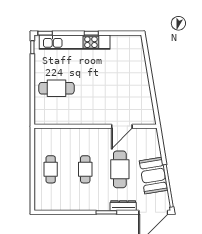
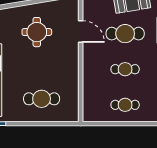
round table: (121, 84) -> (37, 32), added
cafe table: (56, 88) -> (42, 99), turned 90

